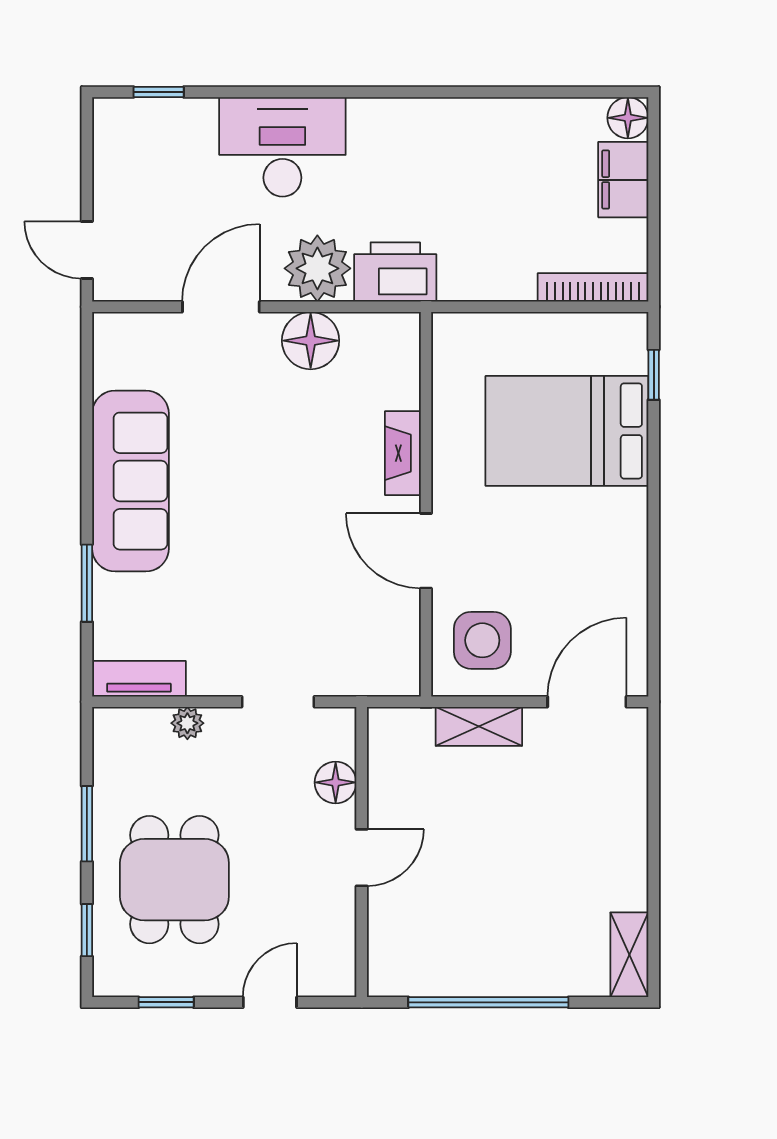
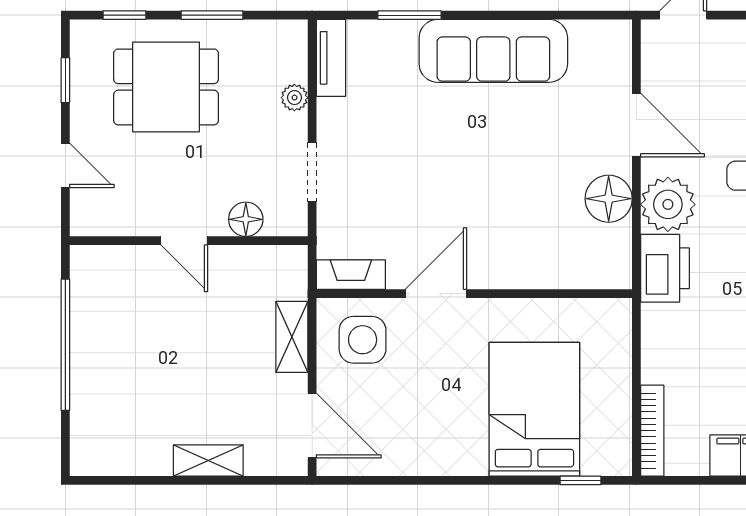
fireplace: (403, 453) -> (351, 275), moved
shelving: (629, 955) -> (208, 460), moved

